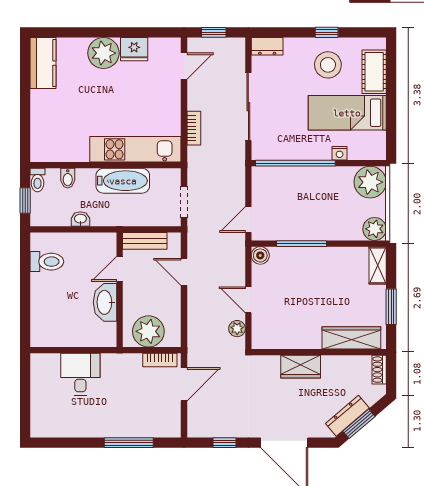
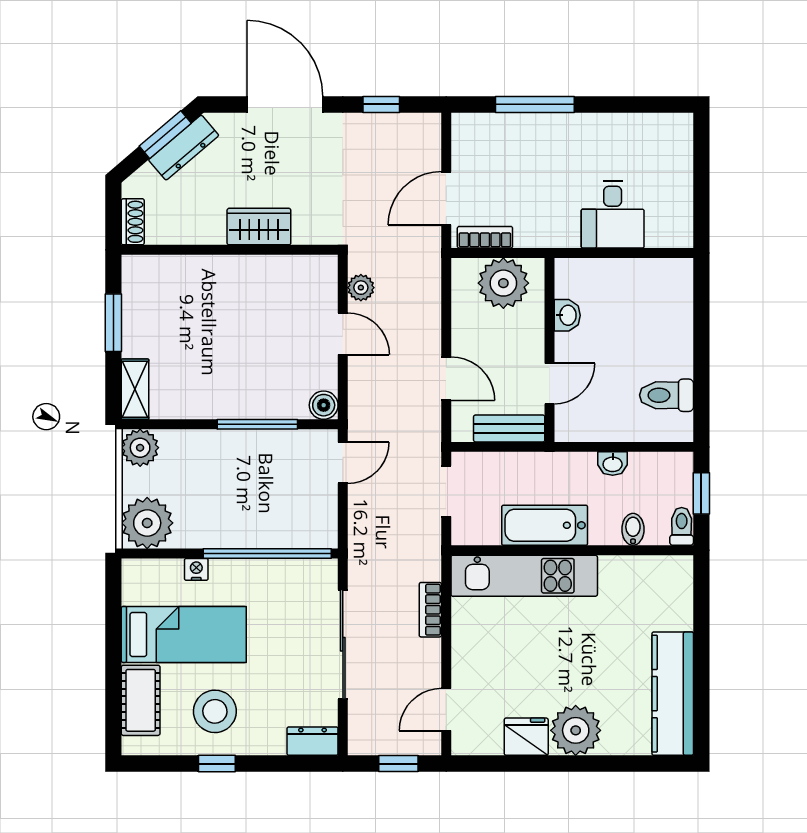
kitchen counter: (43, 63) -> (673, 694), width x1.50
washbasin: (105, 302) -> (567, 315), width x0.52, depth x0.69
wardrobe: (351, 338) -> (177, 273), removed

